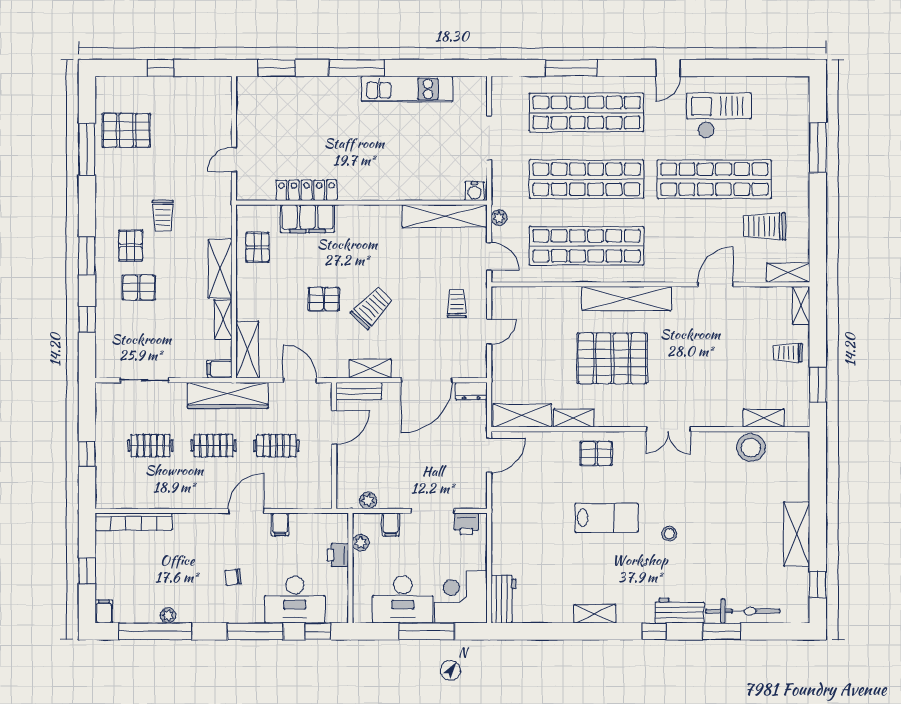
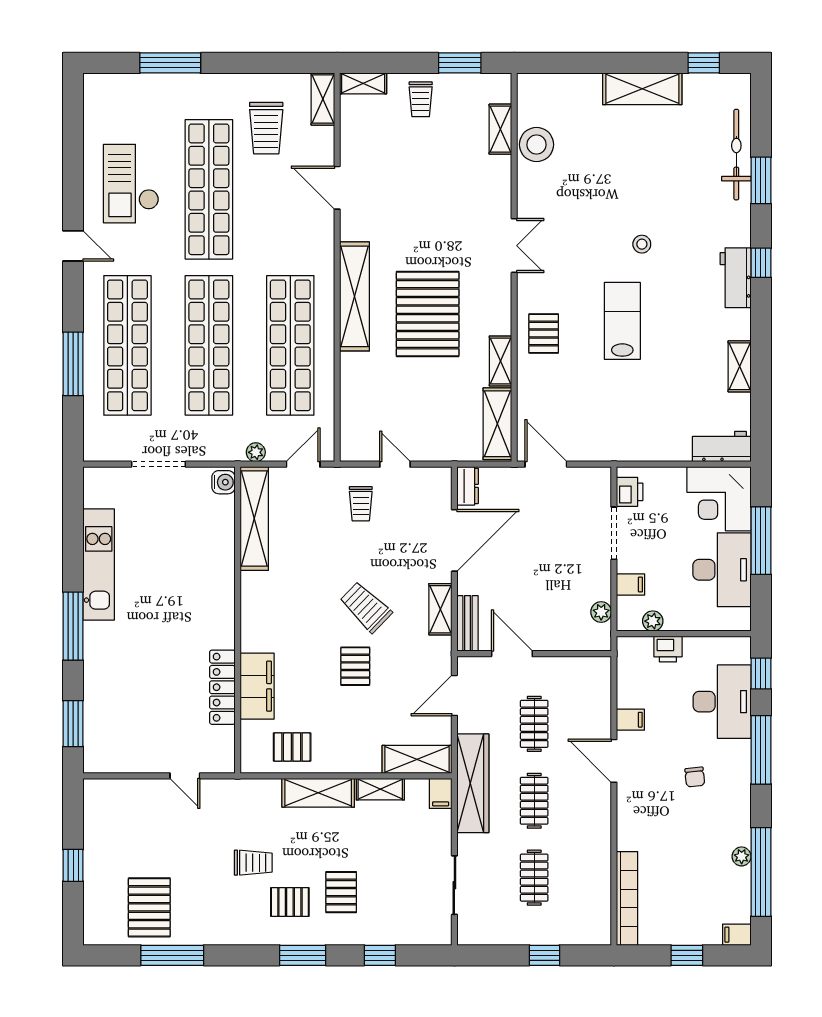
trolley: (457, 304) -> (361, 504), turned -90
door: (427, 380) -> (454, 540), hinge flipped
workbench: (680, 611) -> (736, 278), moved
shelving: (595, 614) -> (740, 366), moved

